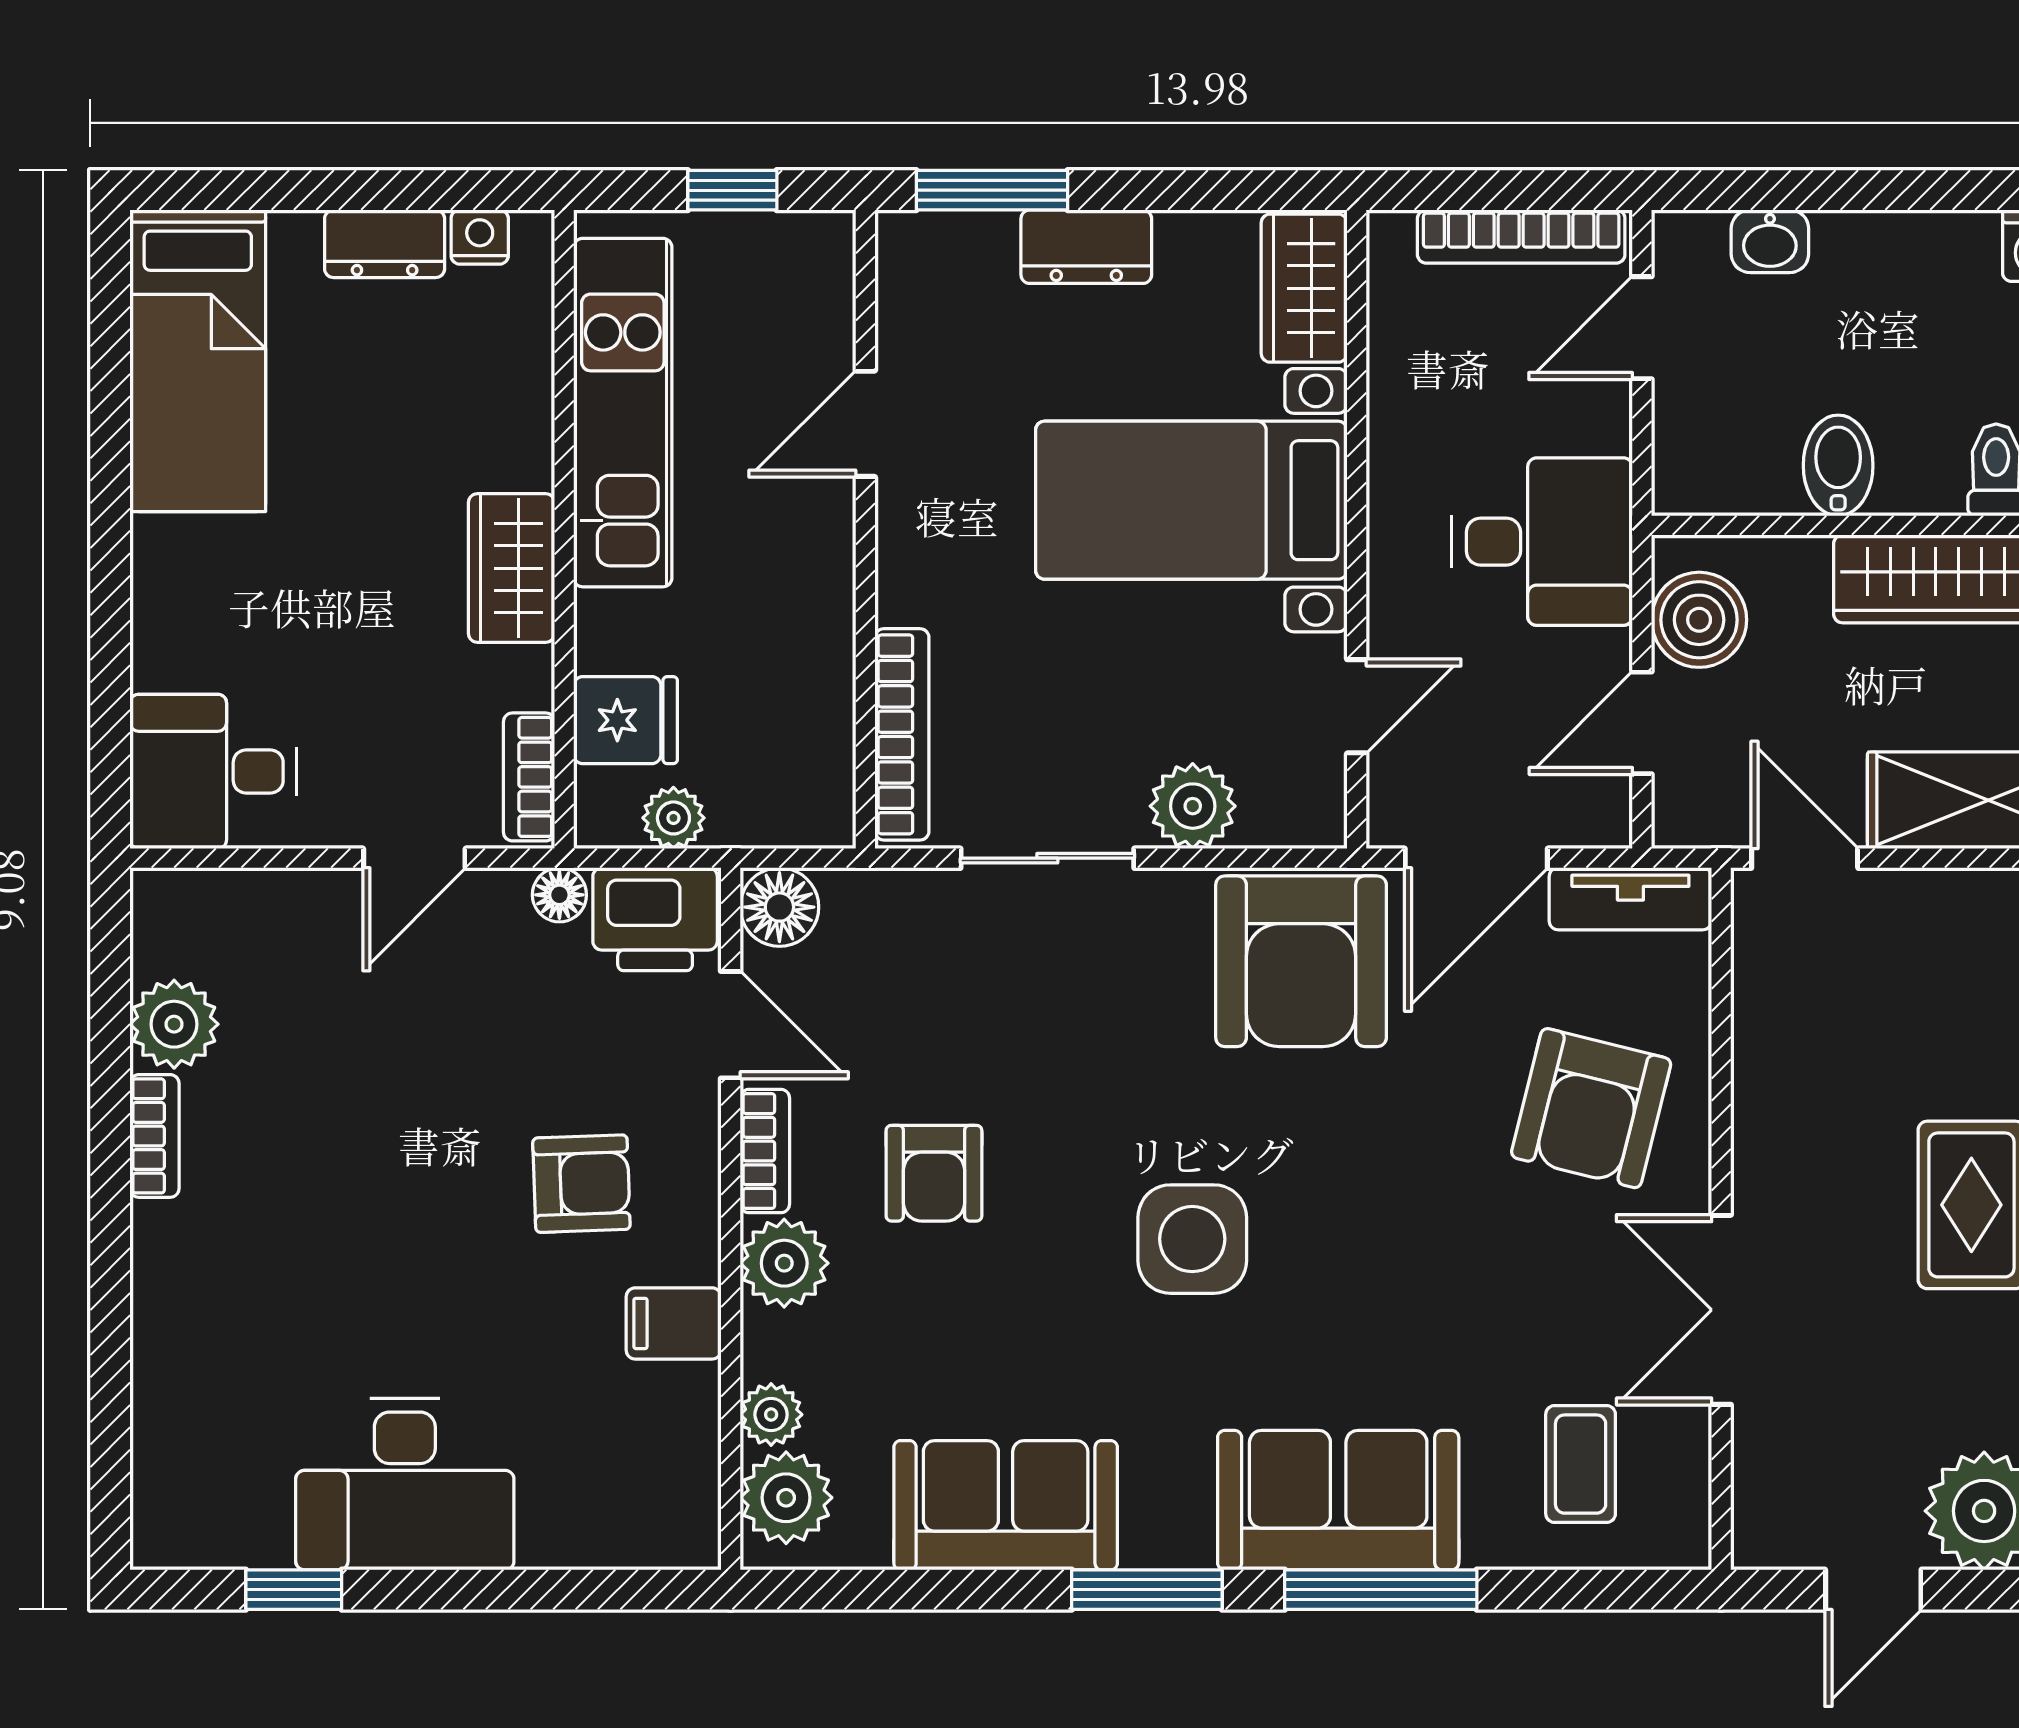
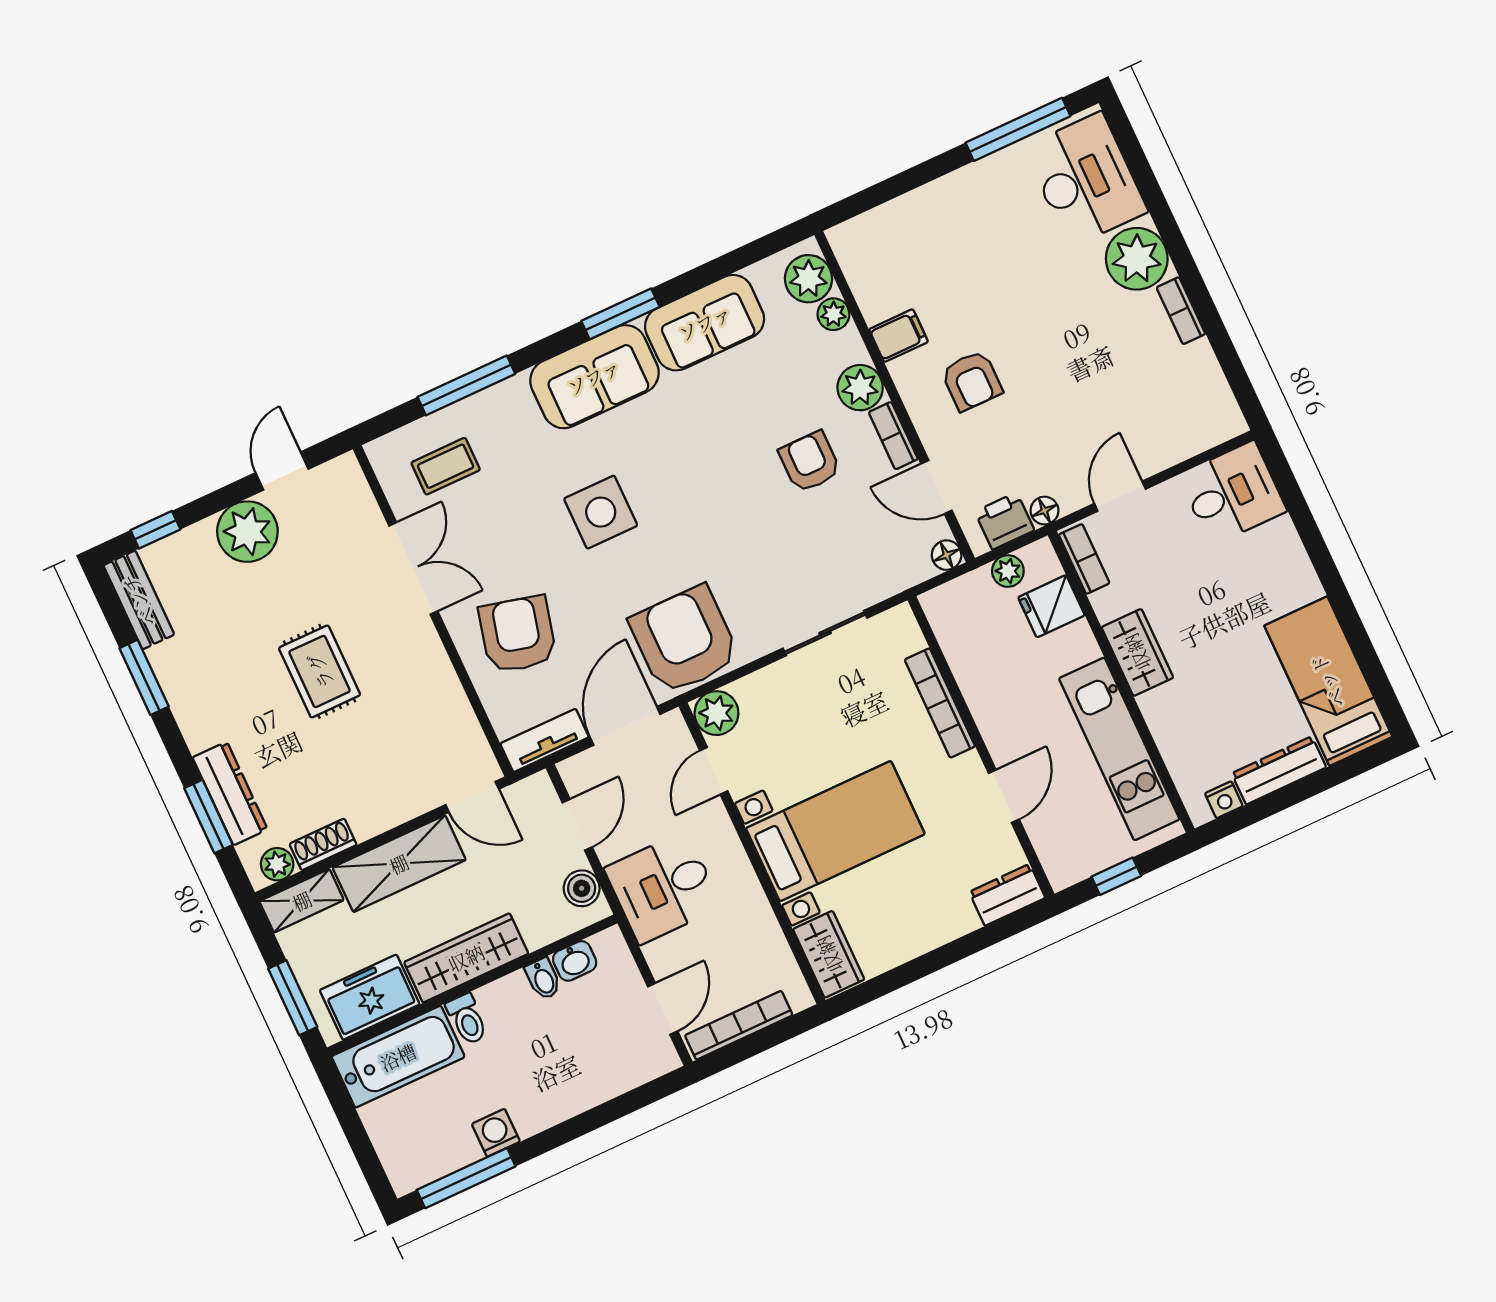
window: (992, 190) -> (995, 932), removed
washbasin: (1770, 241) -> (575, 961), moved, turned 180
dresser: (385, 244) -> (1279, 770), width x1.44
dresser: (1086, 247) -> (1007, 895), moved
bidet: (1838, 465) -> (543, 979), width x0.72, depth x0.74
boiler: (1699, 620) -> (582, 888), width x0.73, depth x0.73
bookcase: (902, 734) -> (940, 703), moved
plant: (1193, 806) -> (716, 713), moved
floor lamp: (779, 907) -> (947, 555), width x0.73, depth x0.73
printer: (655, 919) -> (1005, 521), width x0.73, depth x0.81
plant: (174, 1024) -> (1137, 259), moved, width x1.36, depth x1.36
armchair: (581, 1184) -> (972, 381), turned -88
side table: (1192, 1239) -> (601, 512), moved
coffee table: (1581, 1464) -> (446, 466), turned 90
desk: (405, 1484) -> (1085, 180), moved, turned 90
sofa: (1338, 1500) -> (594, 377), moved
window: (294, 1590) -> (1018, 129), width x2.17
window: (1381, 1590) -> (466, 385), moved

